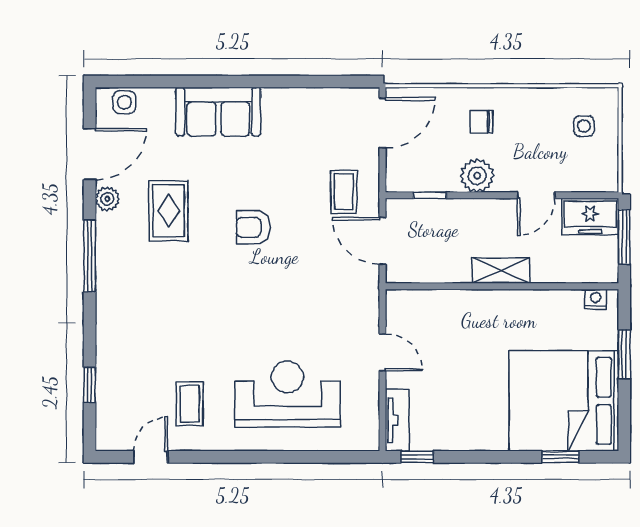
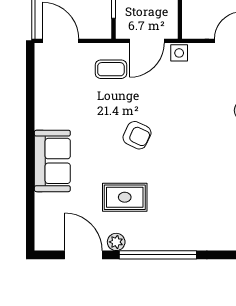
side table: (124, 102) -> (179, 53), moved
armchair: (253, 227) -> (137, 135), turned -65
window: (90, 256) -> (158, 255), width x1.46

